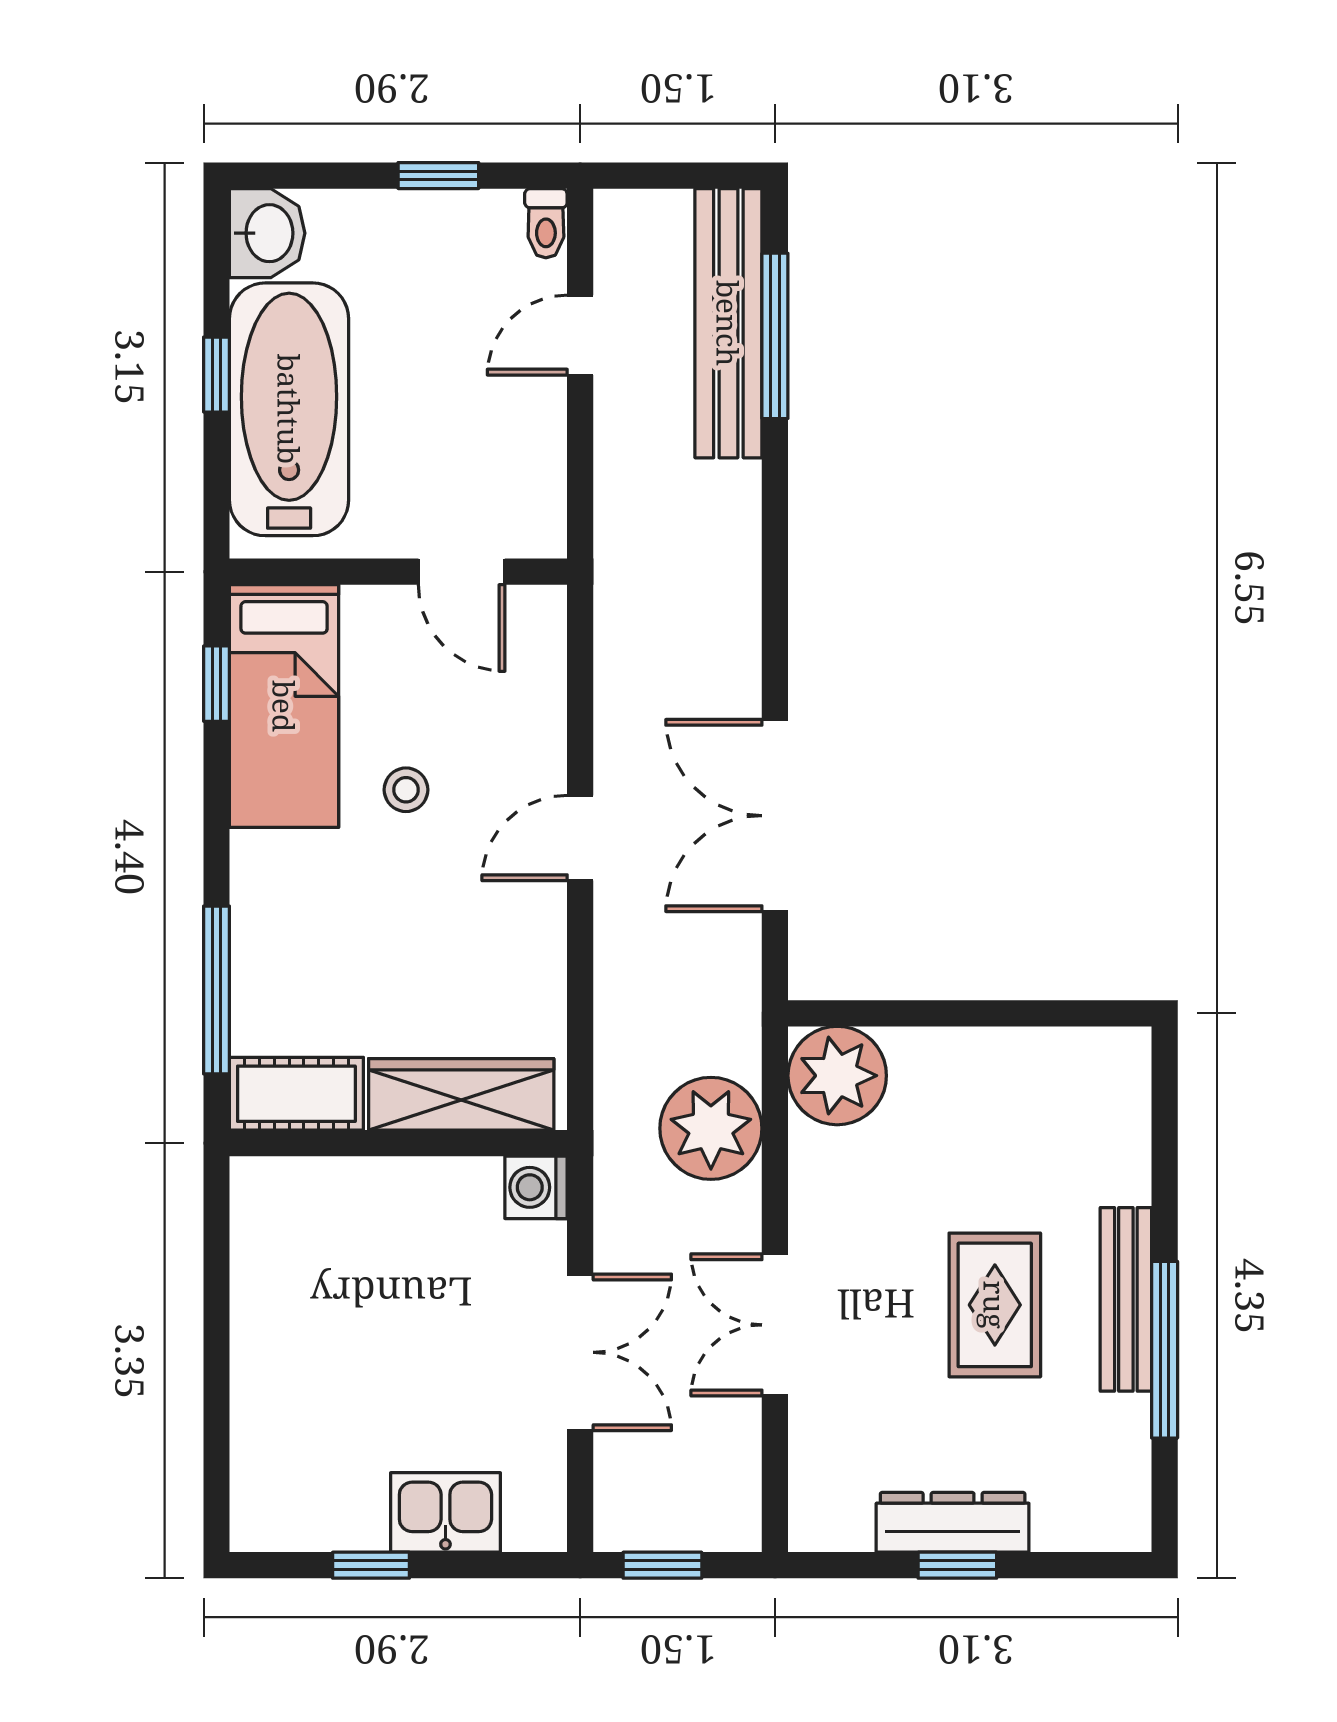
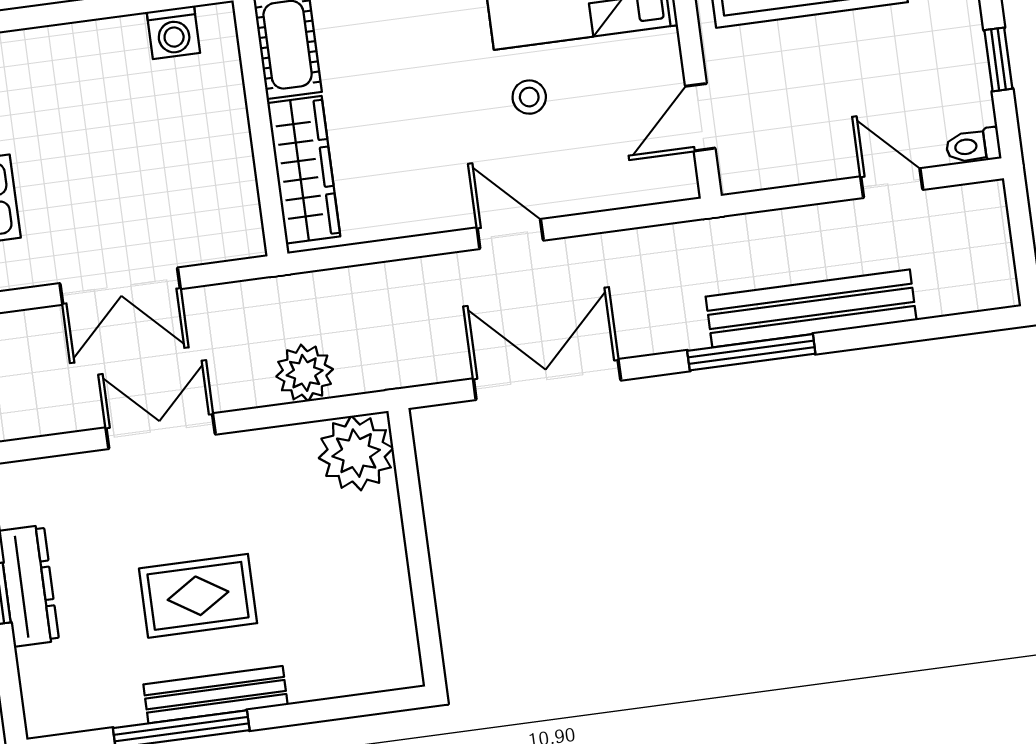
bench: (728, 323) -> (811, 308), moved
window: (775, 336) -> (751, 352), moved
plant: (711, 1128) -> (305, 373), width x0.73, depth x0.73
washing machine: (536, 1187) -> (173, 32), moved, turned 180

